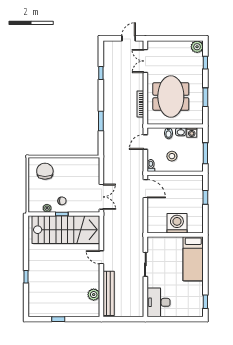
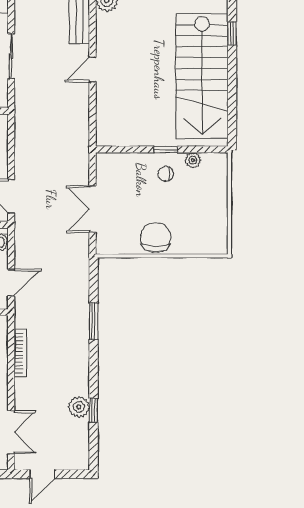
plant: (109, 75) -> (79, 407), added
chair: (45, 171) -> (156, 238), moved, turned 180
double door: (101, 197) -> (93, 209), moved
stairs: (66, 230) -> (202, 76), moved, turned -90
door: (101, 257) -> (93, 69), swing flipped

